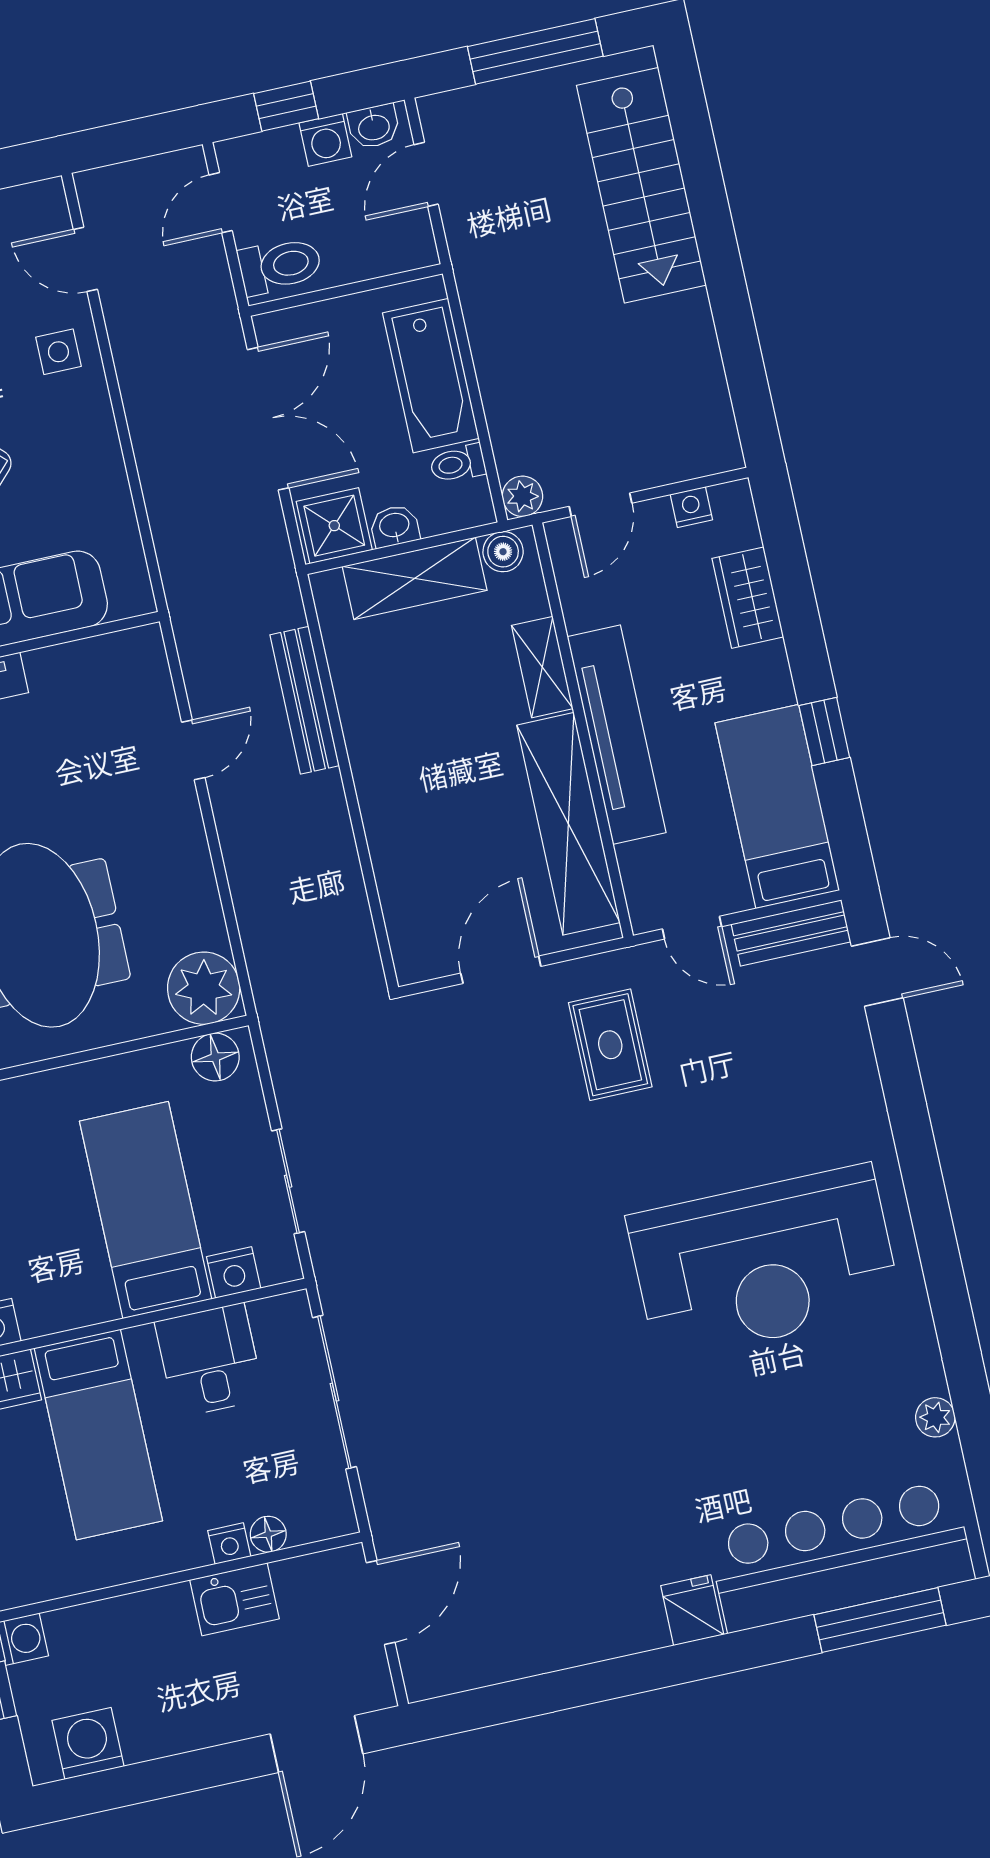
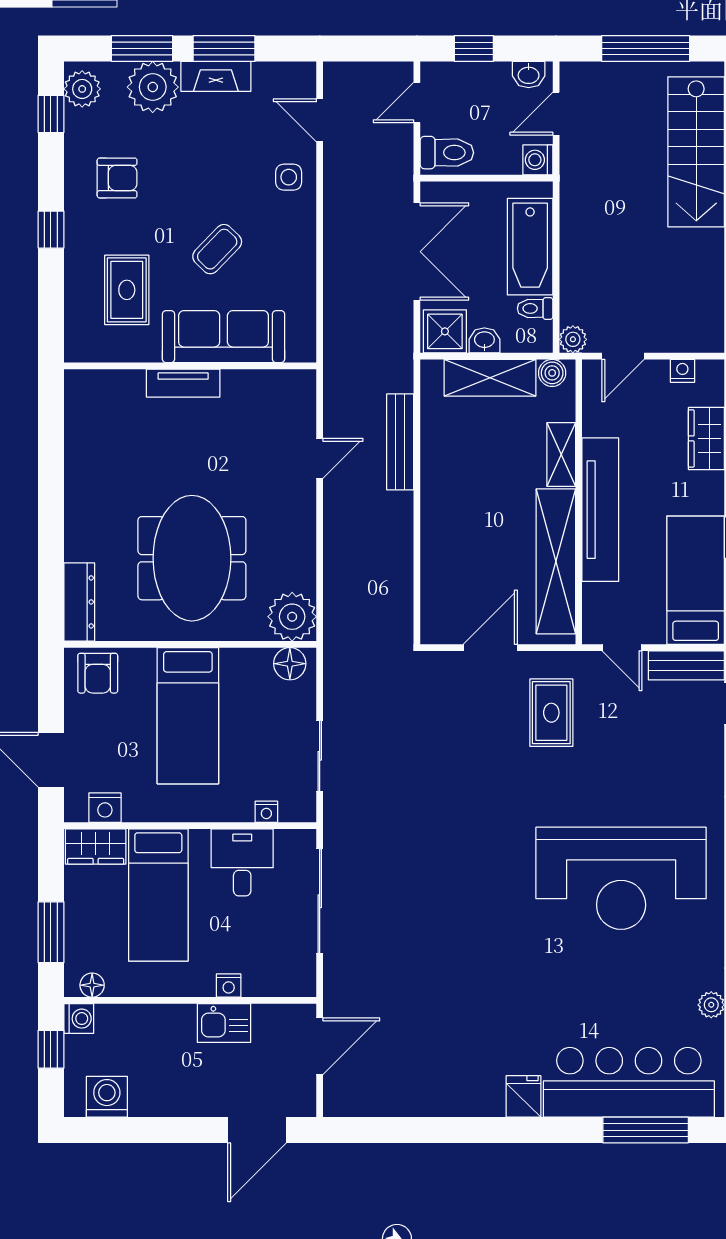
washing machine: (325, 140) -> (538, 160), moved, turned 90
bed: (146, 1210) -> (188, 716), moved, turned 180
nightstand: (234, 1273) -> (266, 812), width x0.72, depth x0.74
floor lamp: (268, 1534) -> (92, 985), moved

